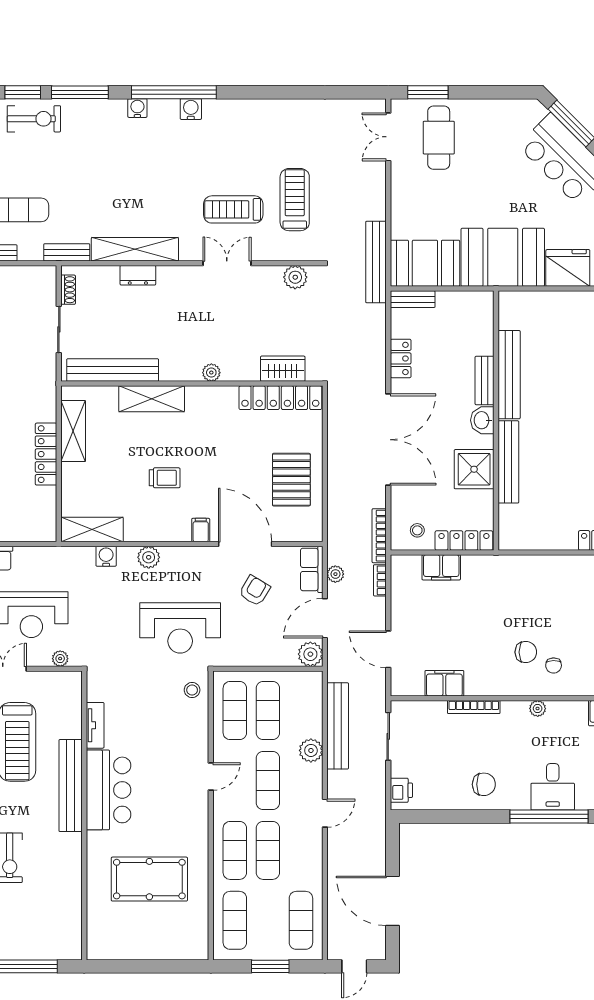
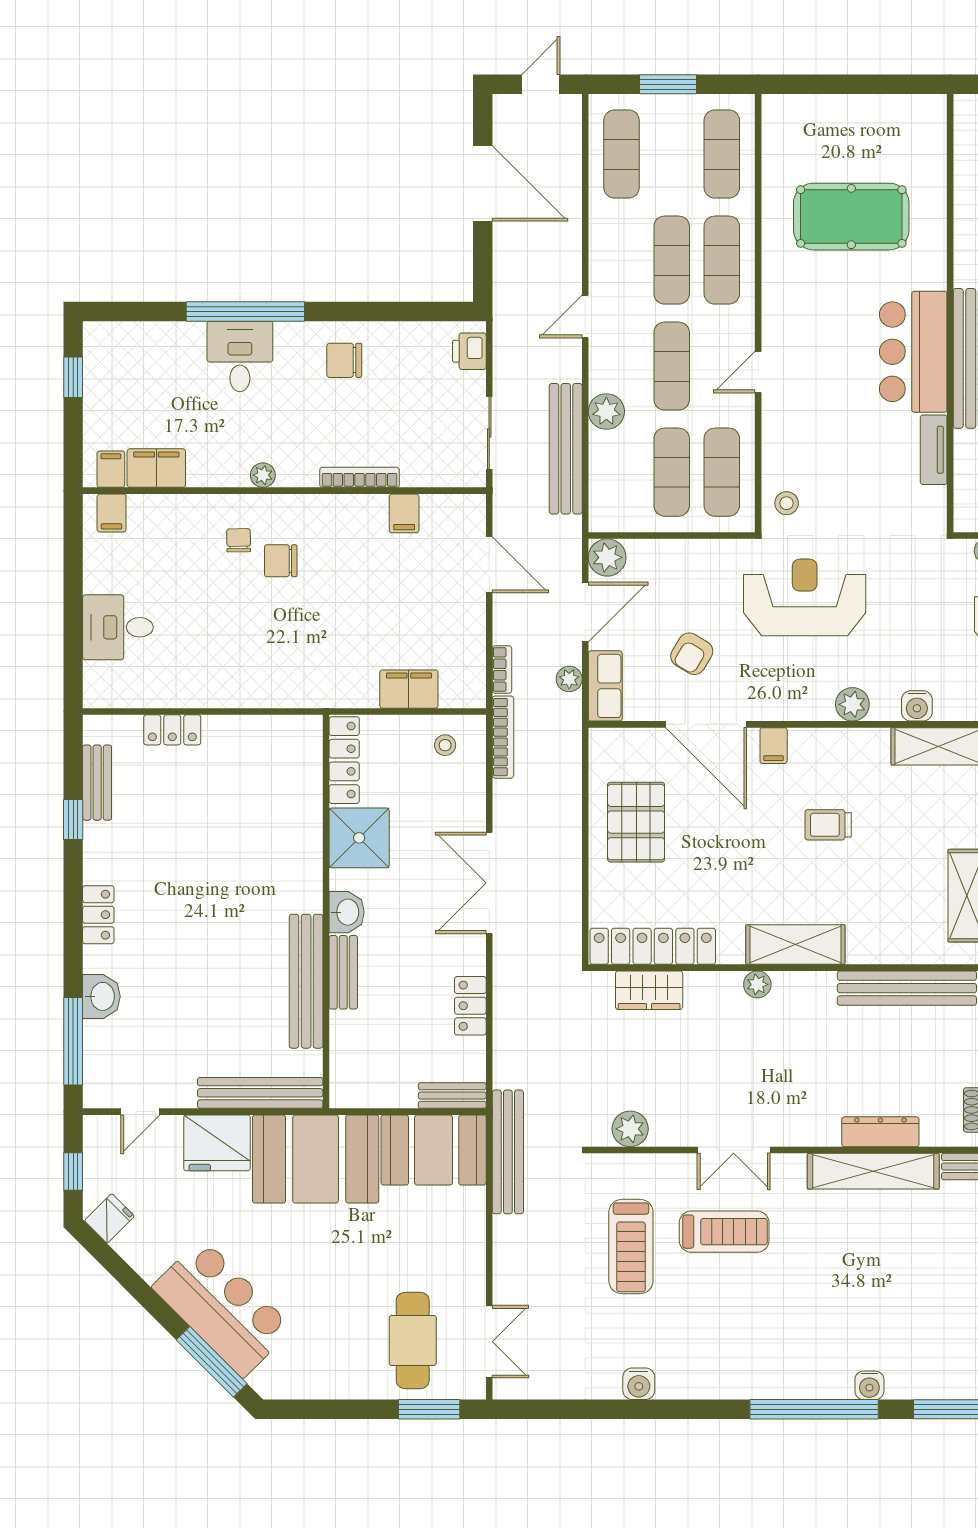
water cooler: (191, 109) -> (639, 1384), moved
dresser: (138, 275) -> (880, 1132), width x1.44
shelving: (152, 399) -> (795, 945), moved
double door: (388, 440) -> (489, 883), width x0.73
bench: (508, 462) -> (260, 1093), moved, turned 90
locker: (464, 541) -> (344, 760), moved, turned -90
filing cabinet: (444, 683) -> (404, 513), width x0.50

